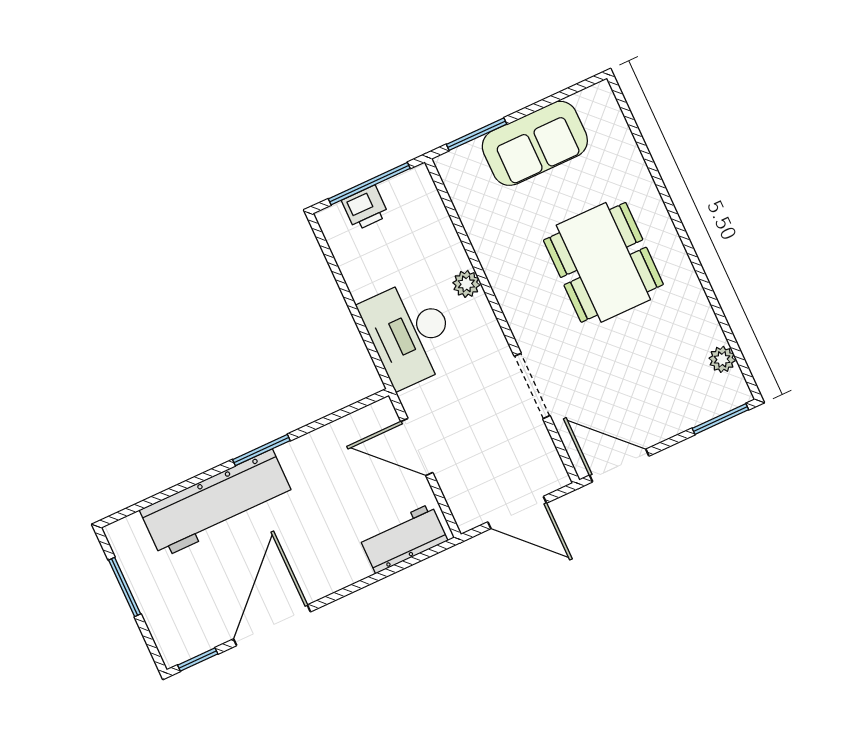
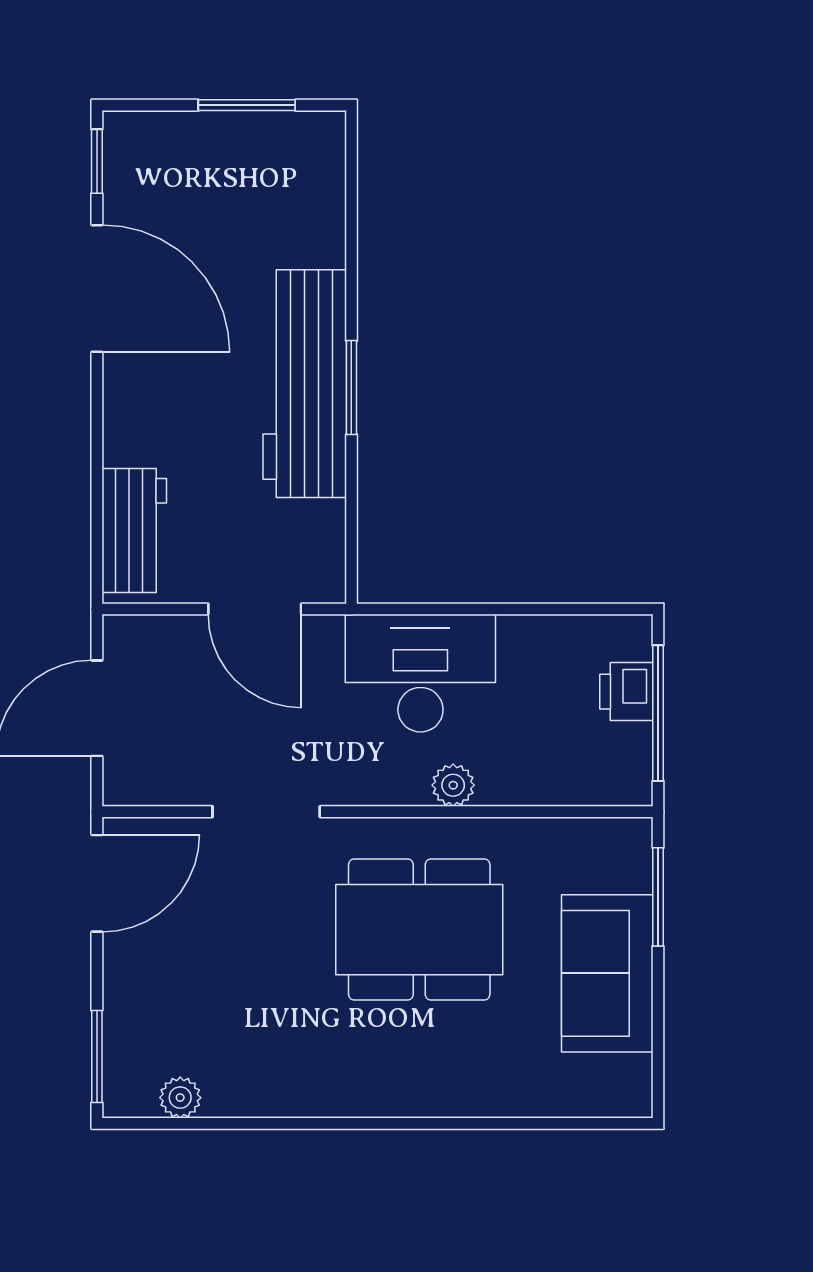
dining table: (603, 262) -> (419, 930), moved
door: (417, 447) -> (255, 609), swing flipped
workbench: (217, 504) -> (305, 384), moved

